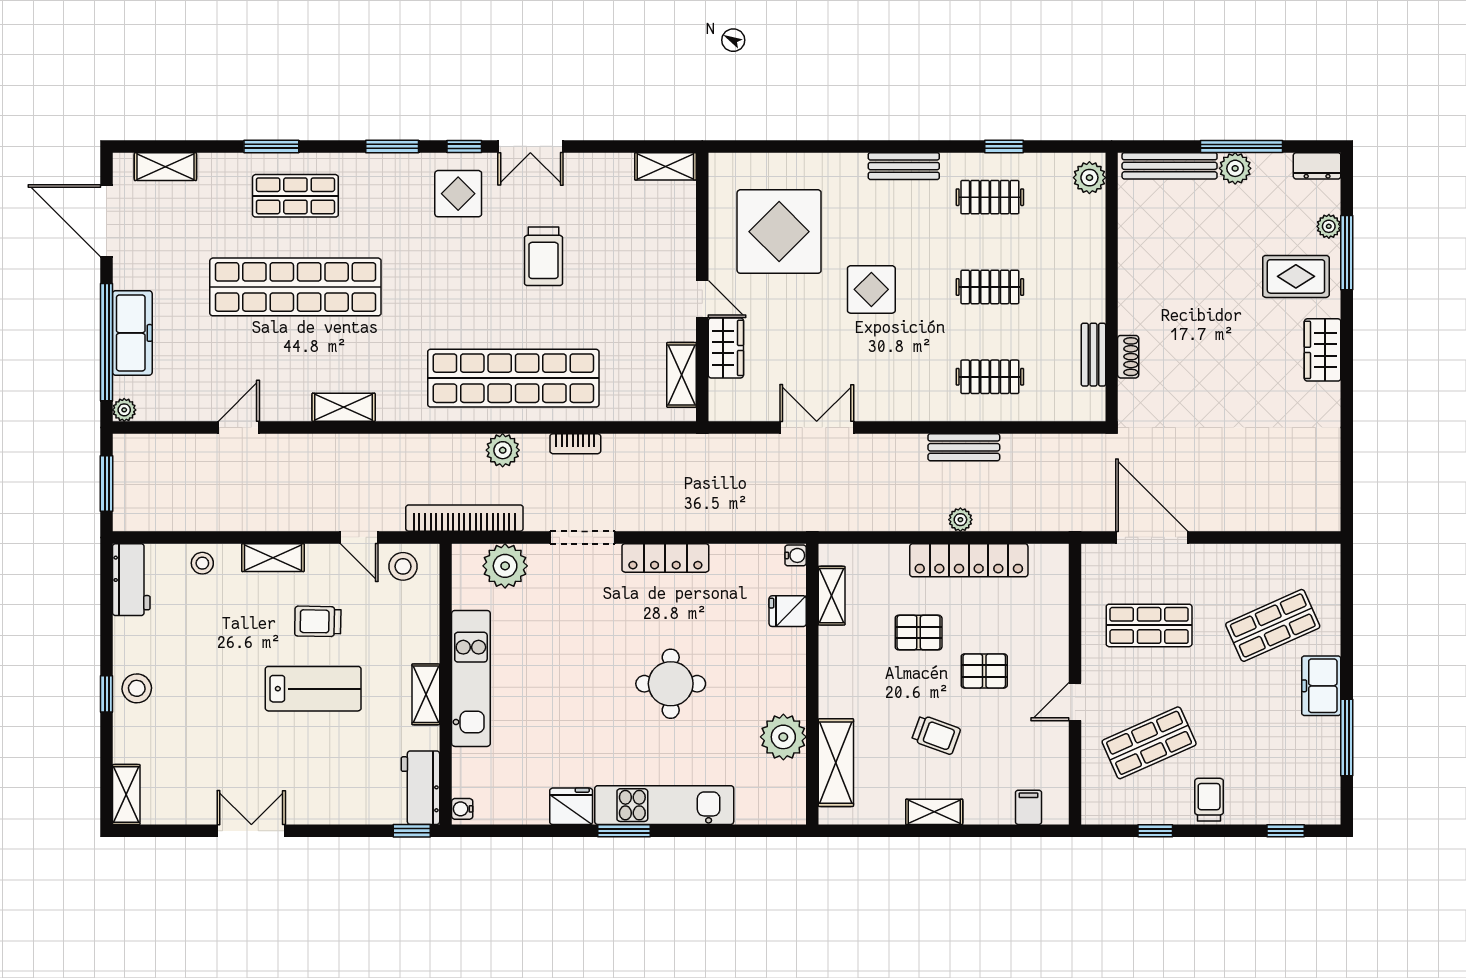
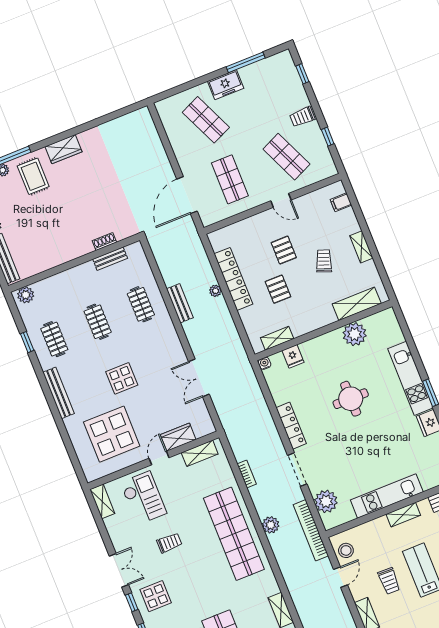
bench: (904, 166) -> (59, 393), width x1.36
checkout: (642, 242) -> (143, 498), added
trolley: (543, 256) -> (169, 543), width x0.73, depth x0.72
bookcase: (575, 444) -> (247, 474), moved

